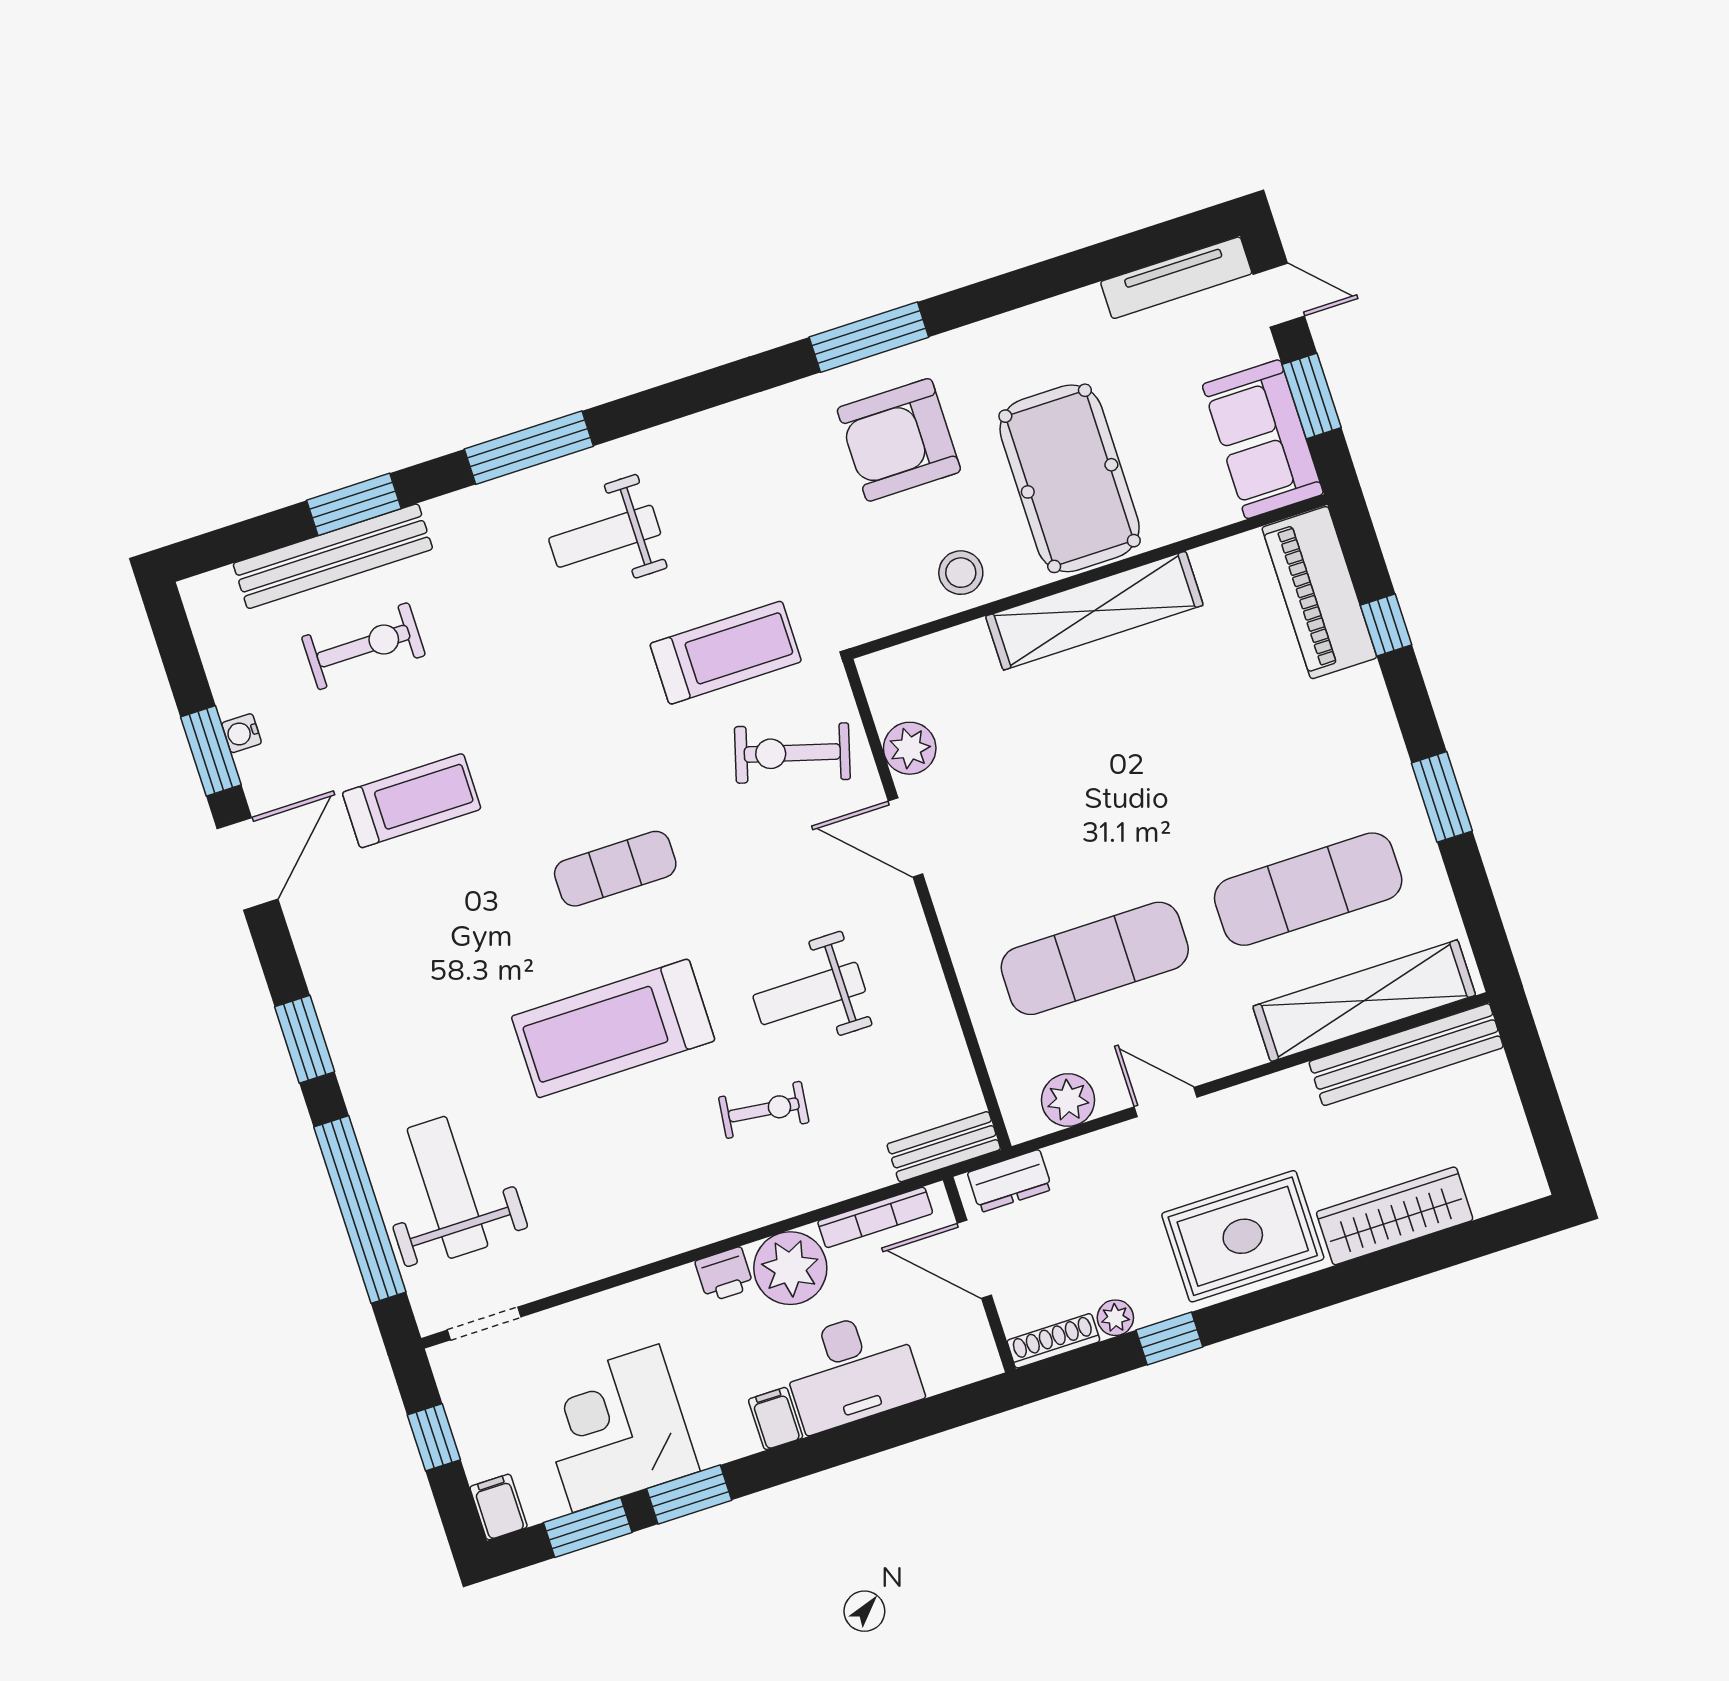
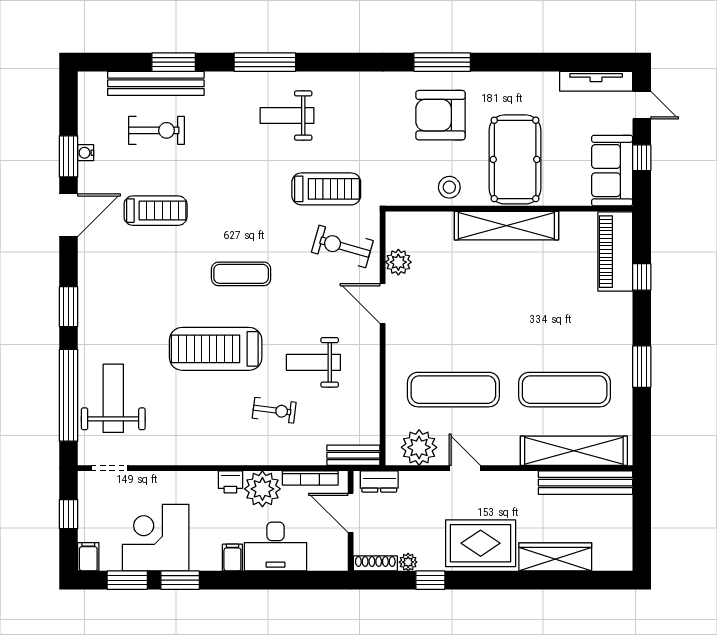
window: (1312, 396) -> (642, 158), width x0.67
plant: (1068, 1100) -> (419, 447), width x1.36, depth x1.36

